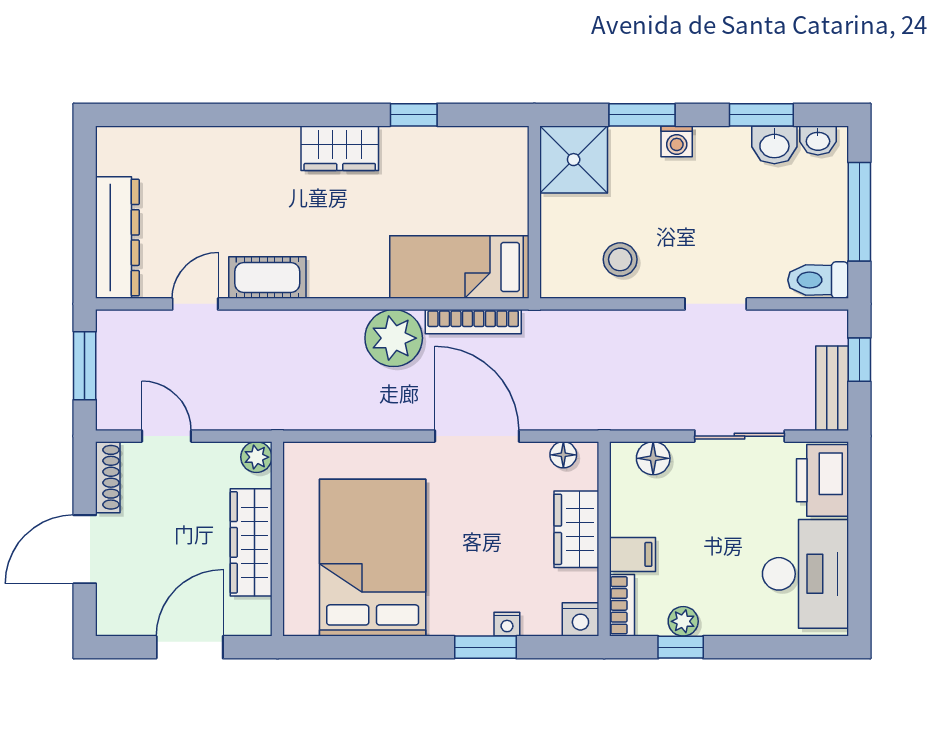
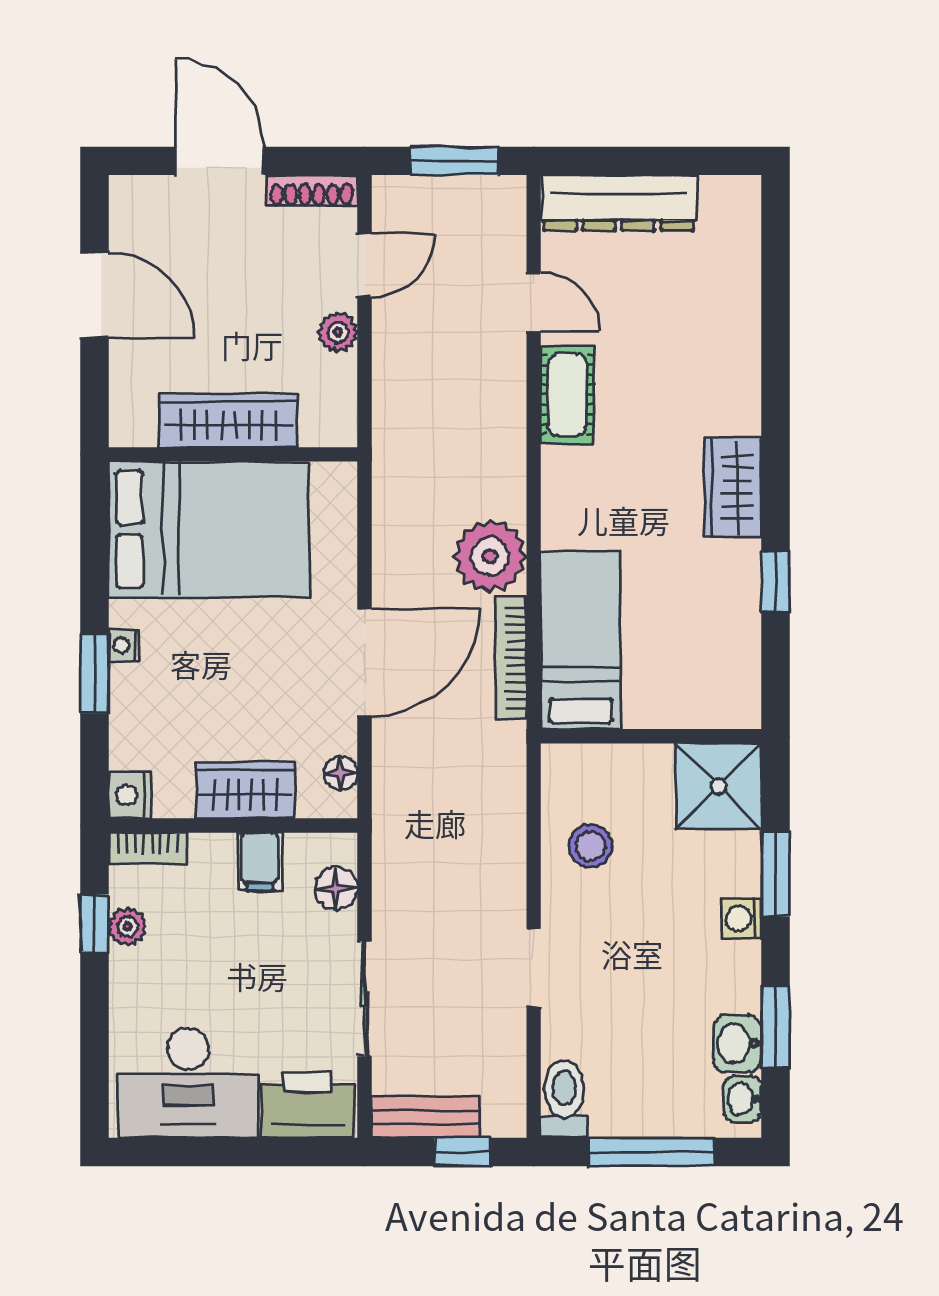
plant: (256, 457) -> (338, 332), moved
wall: (277, 539) -> (233, 454), moved
wardrobe: (251, 542) -> (228, 421), moved
filing cabinet: (632, 554) -> (260, 862), moved
nightstand: (507, 624) -> (124, 645), moved

